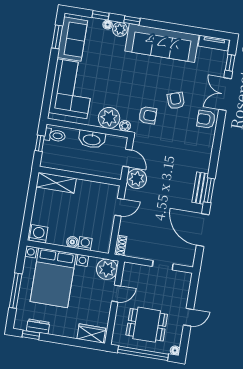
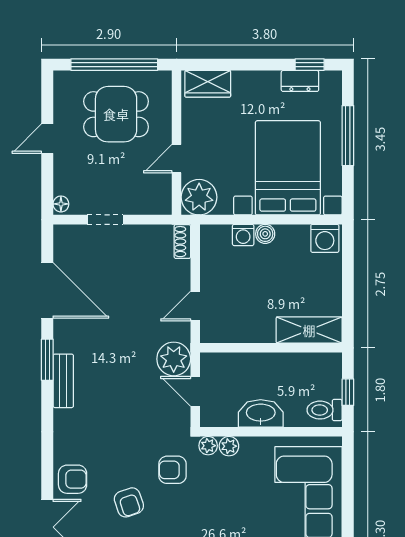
plant: (109, 118) -> (229, 446), width x0.53, depth x0.53
bench: (200, 188) -> (63, 381), moved
floor lamp: (175, 350) -> (61, 204), moved

